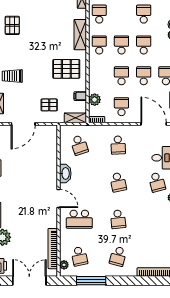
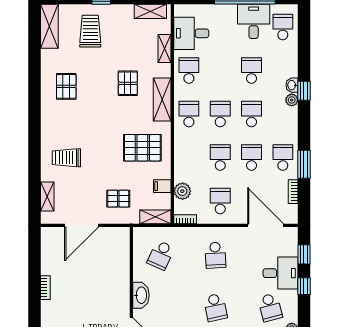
pallet: (56, 23) -> (128, 83), added
school desk: (79, 145) -> (161, 255), turned 42

